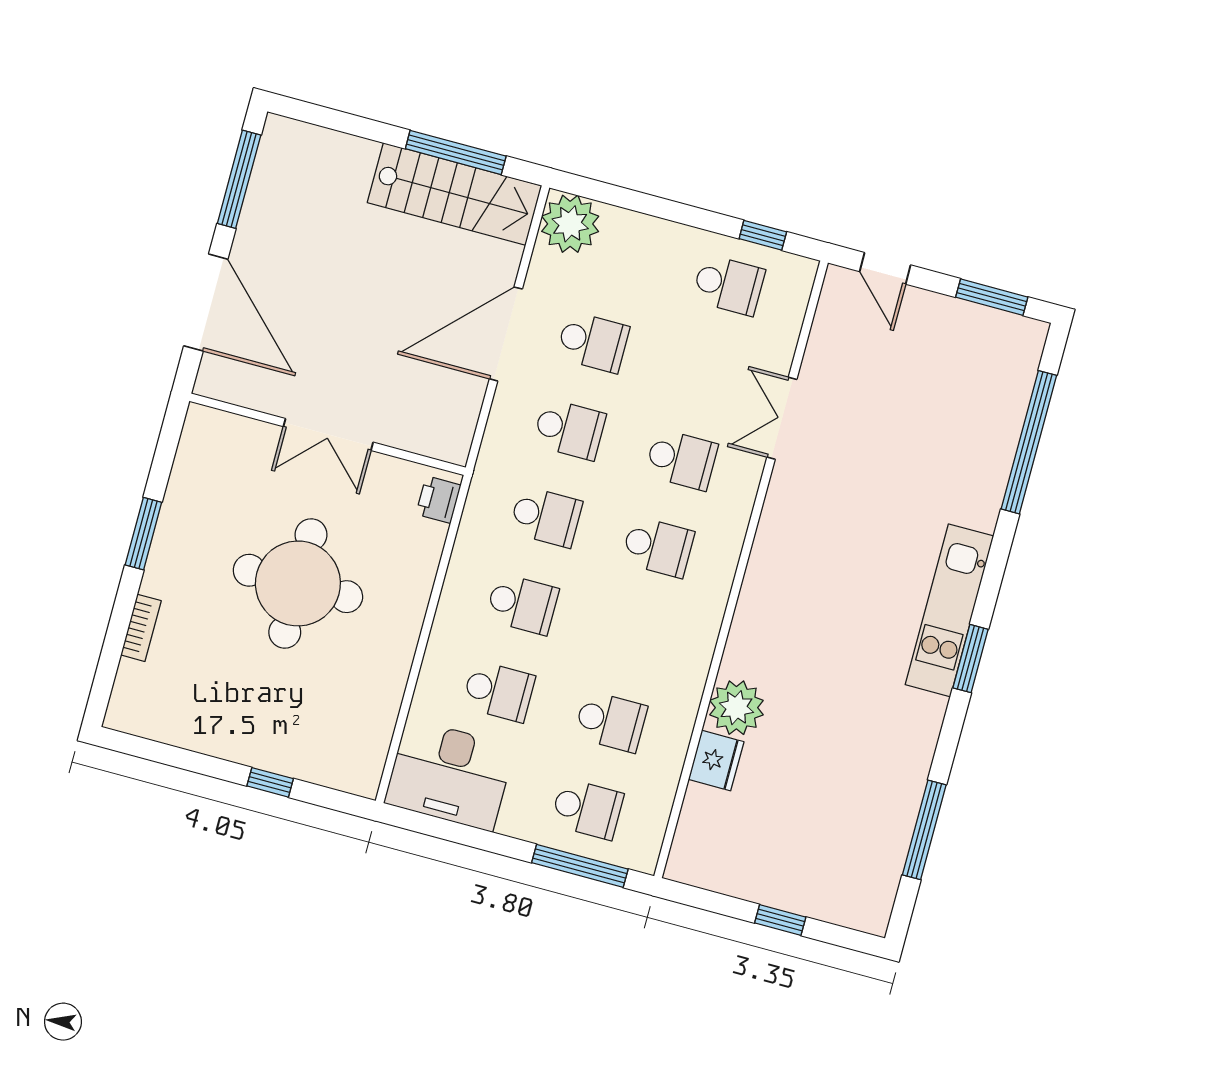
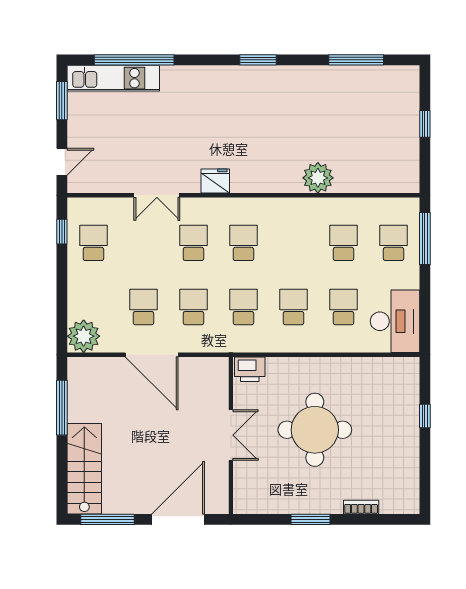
stairs: (455, 194) -> (84, 469), moved
printer: (438, 500) -> (250, 369), width x1.36, depth x1.24
kitchen unit: (949, 610) -> (113, 78), moved
fridge: (716, 761) -> (215, 181), moved

